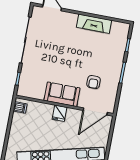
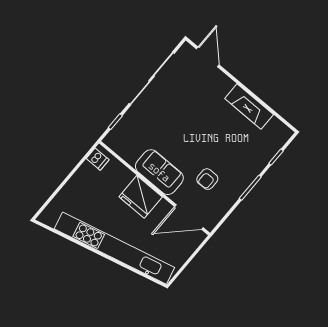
fridge: (60, 113) -> (141, 197), width x1.88, depth x1.34

